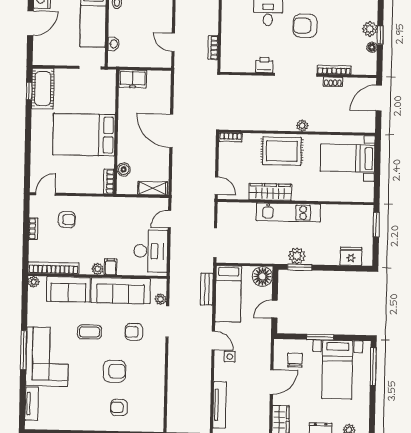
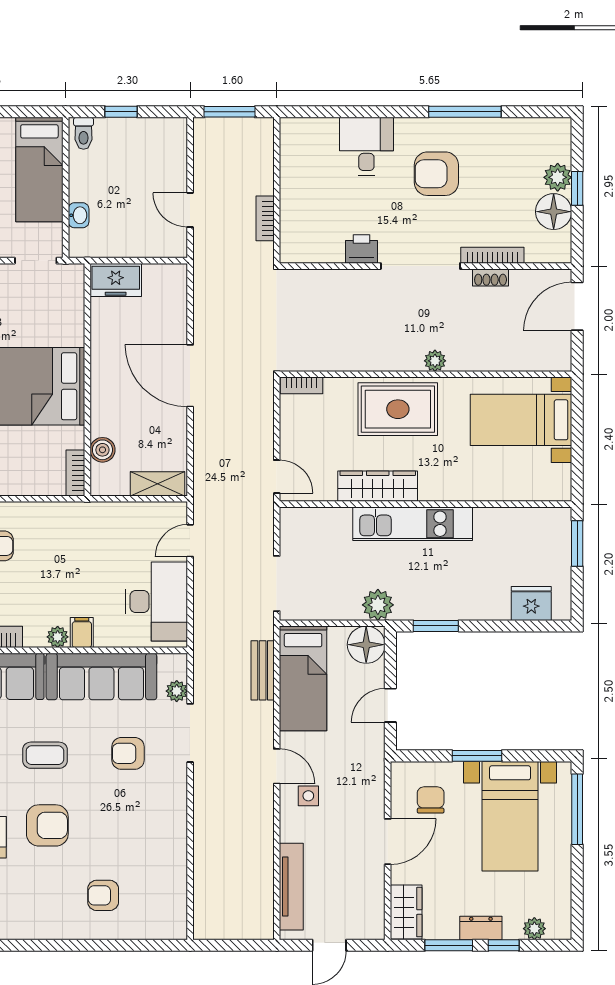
floor lamp: (372, 47) -> (554, 212), width x1.89, depth x1.89
plant: (297, 256) -> (378, 605), moved
armchair: (114, 371) -> (47, 825), moved

